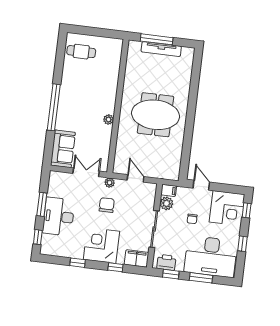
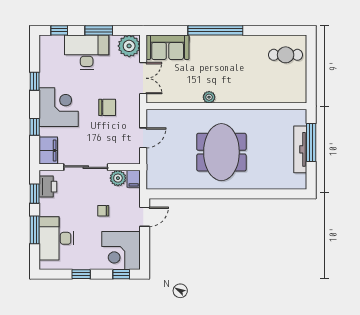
cafe table: (81, 52) -> (286, 55), turned 90
plant: (110, 183) -> (129, 46), moved, width x1.87, depth x1.87
desk: (211, 256) -> (56, 238), width x0.73, depth x0.77

